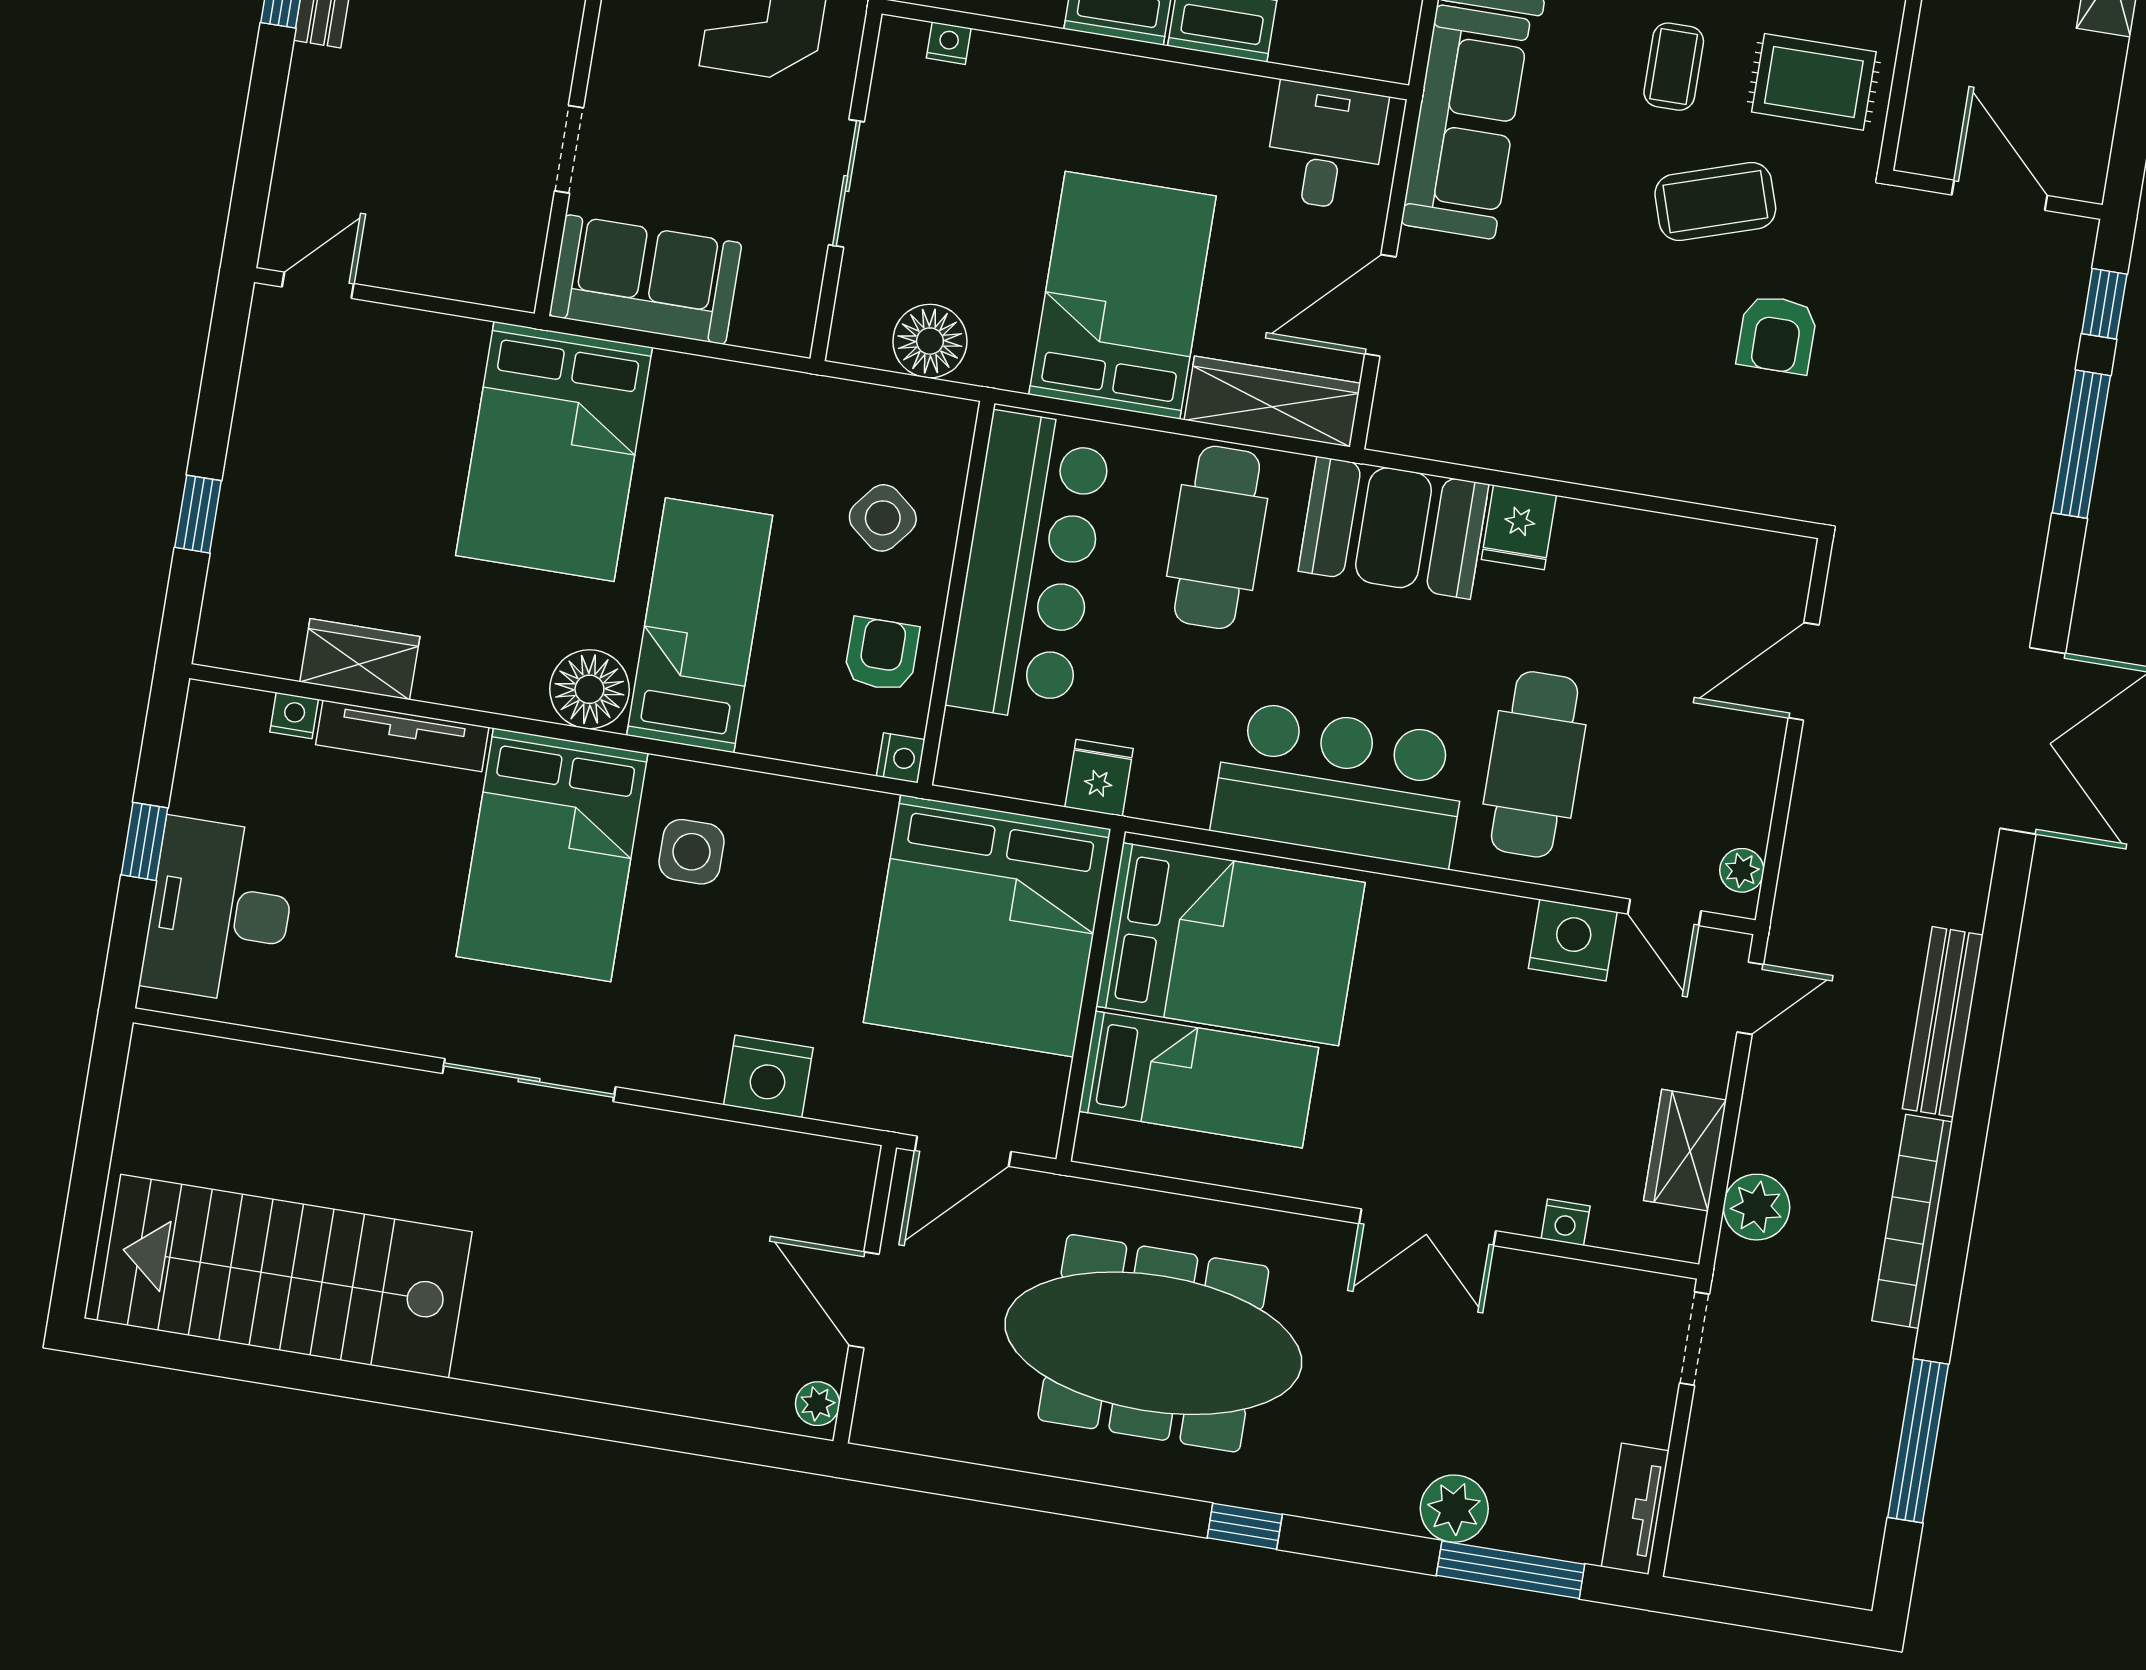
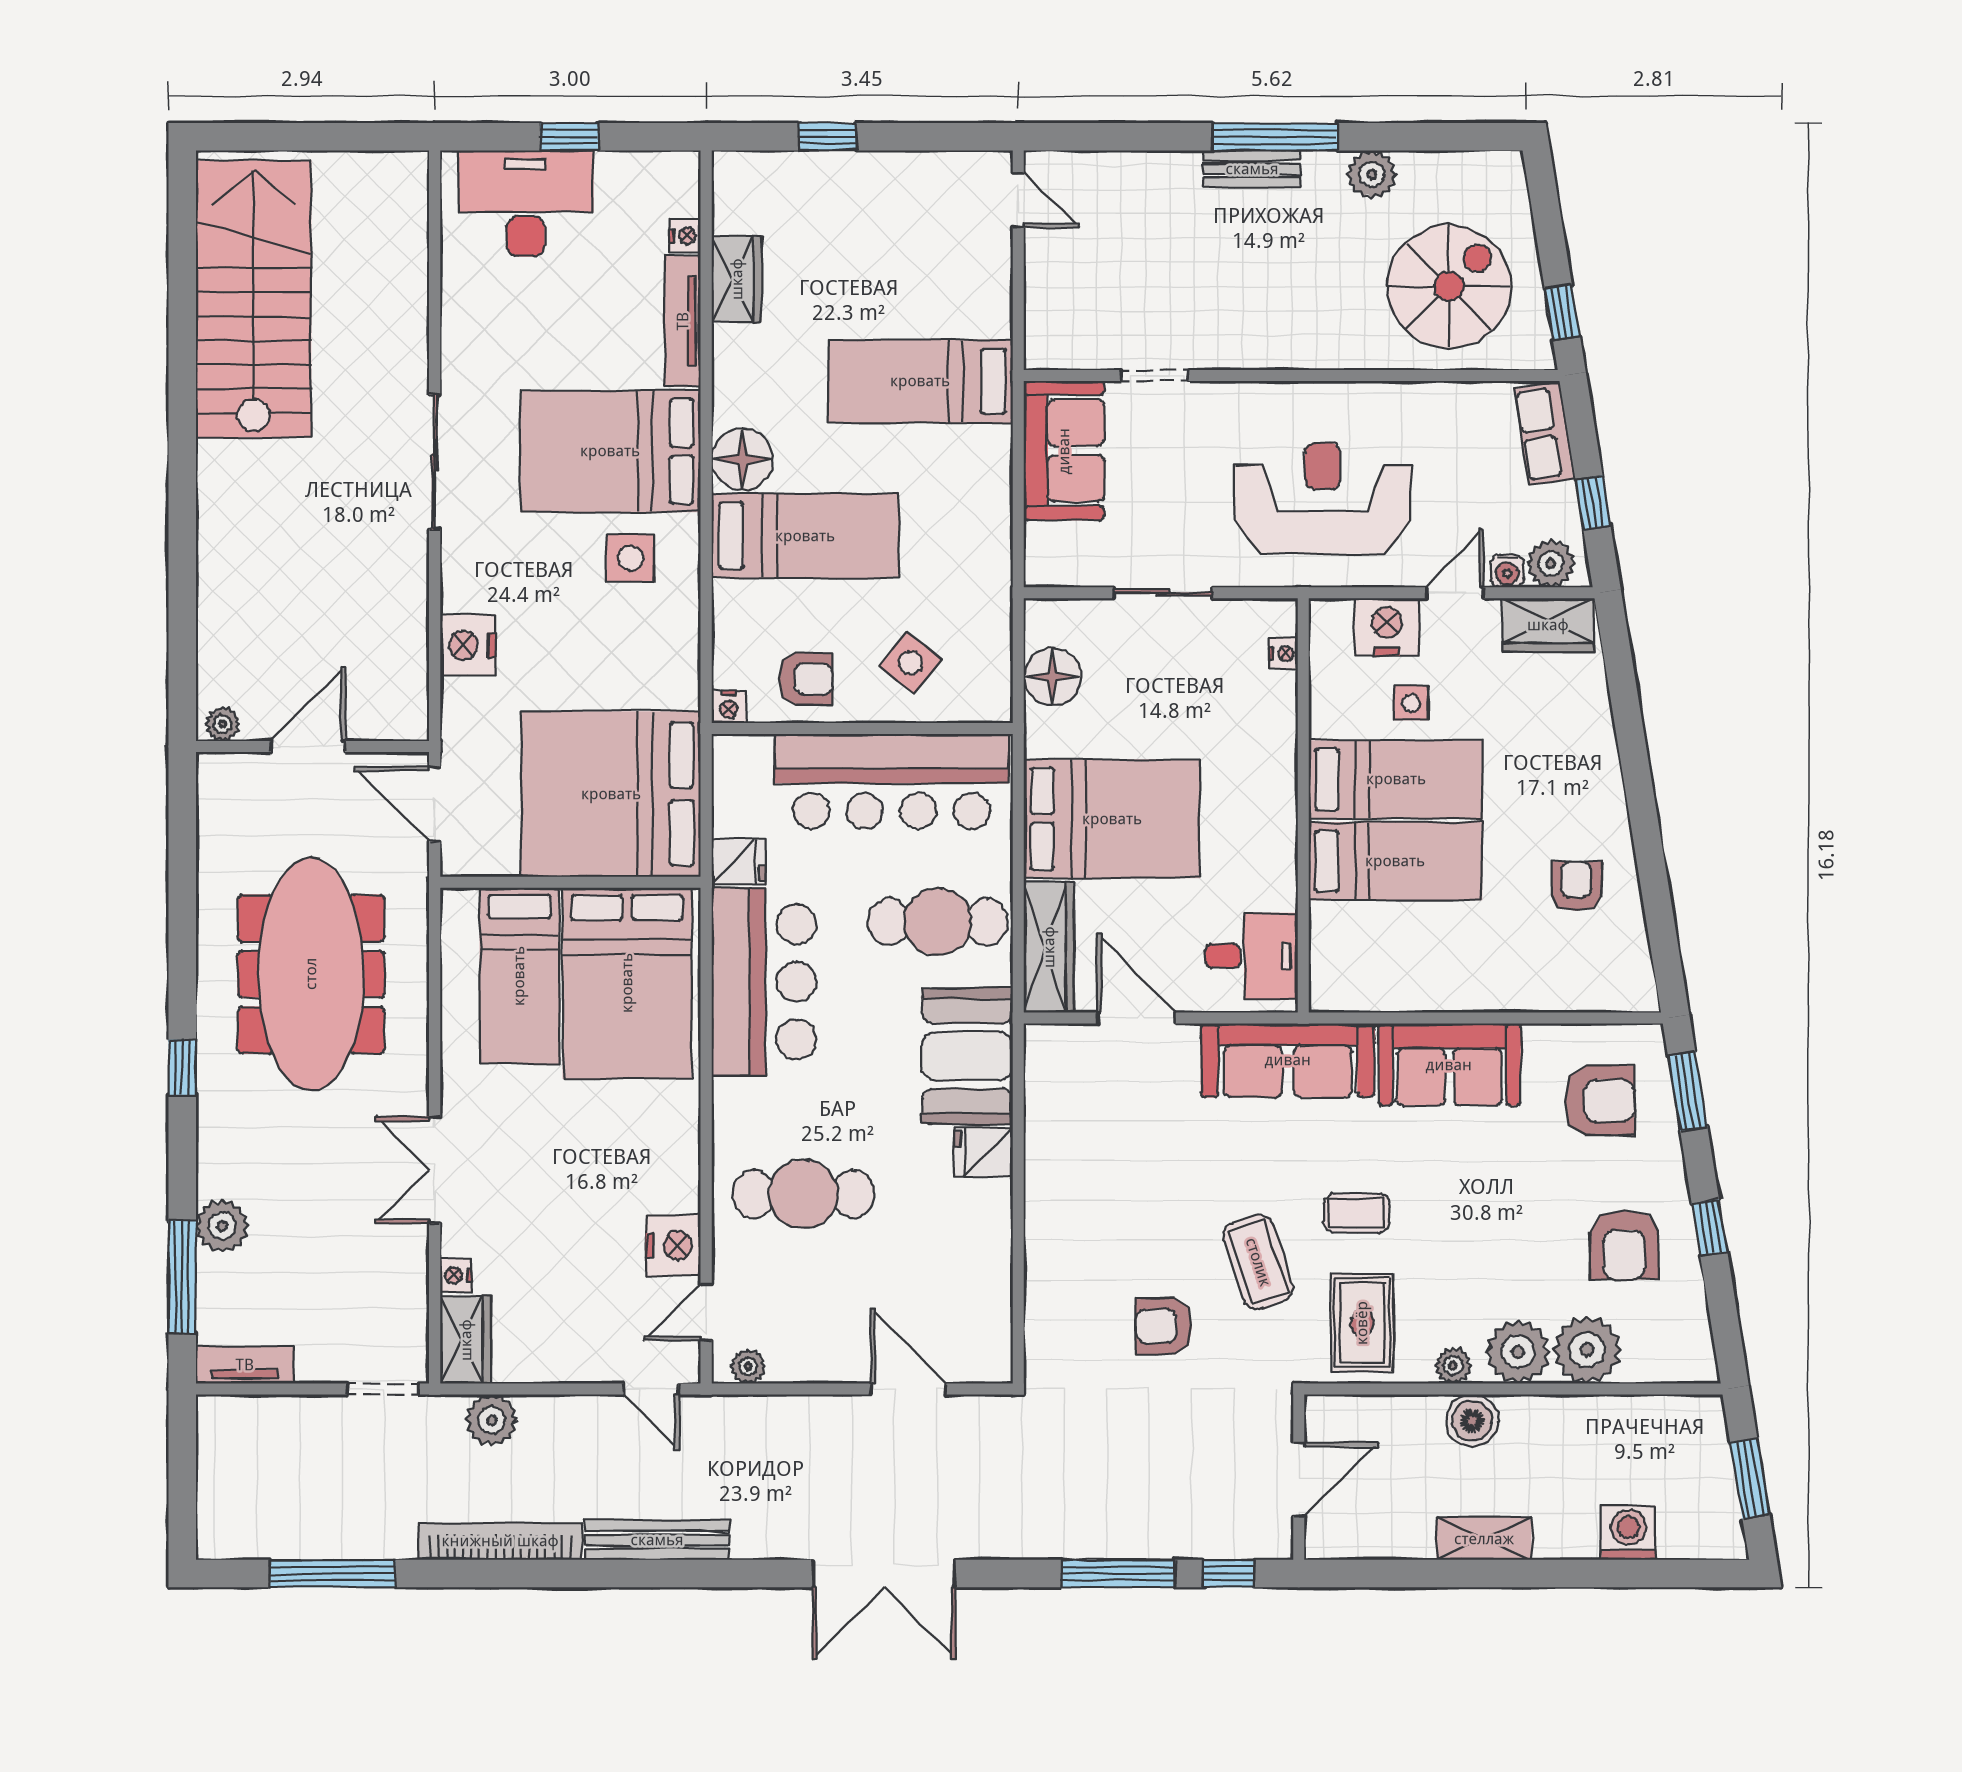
bed: (554, 451) -> (920, 381), width x0.67
bar counter: (1340, 784) -> (764, 982), moved
wardrobe: (1685, 1150) -> (466, 1340), moved, turned 90

